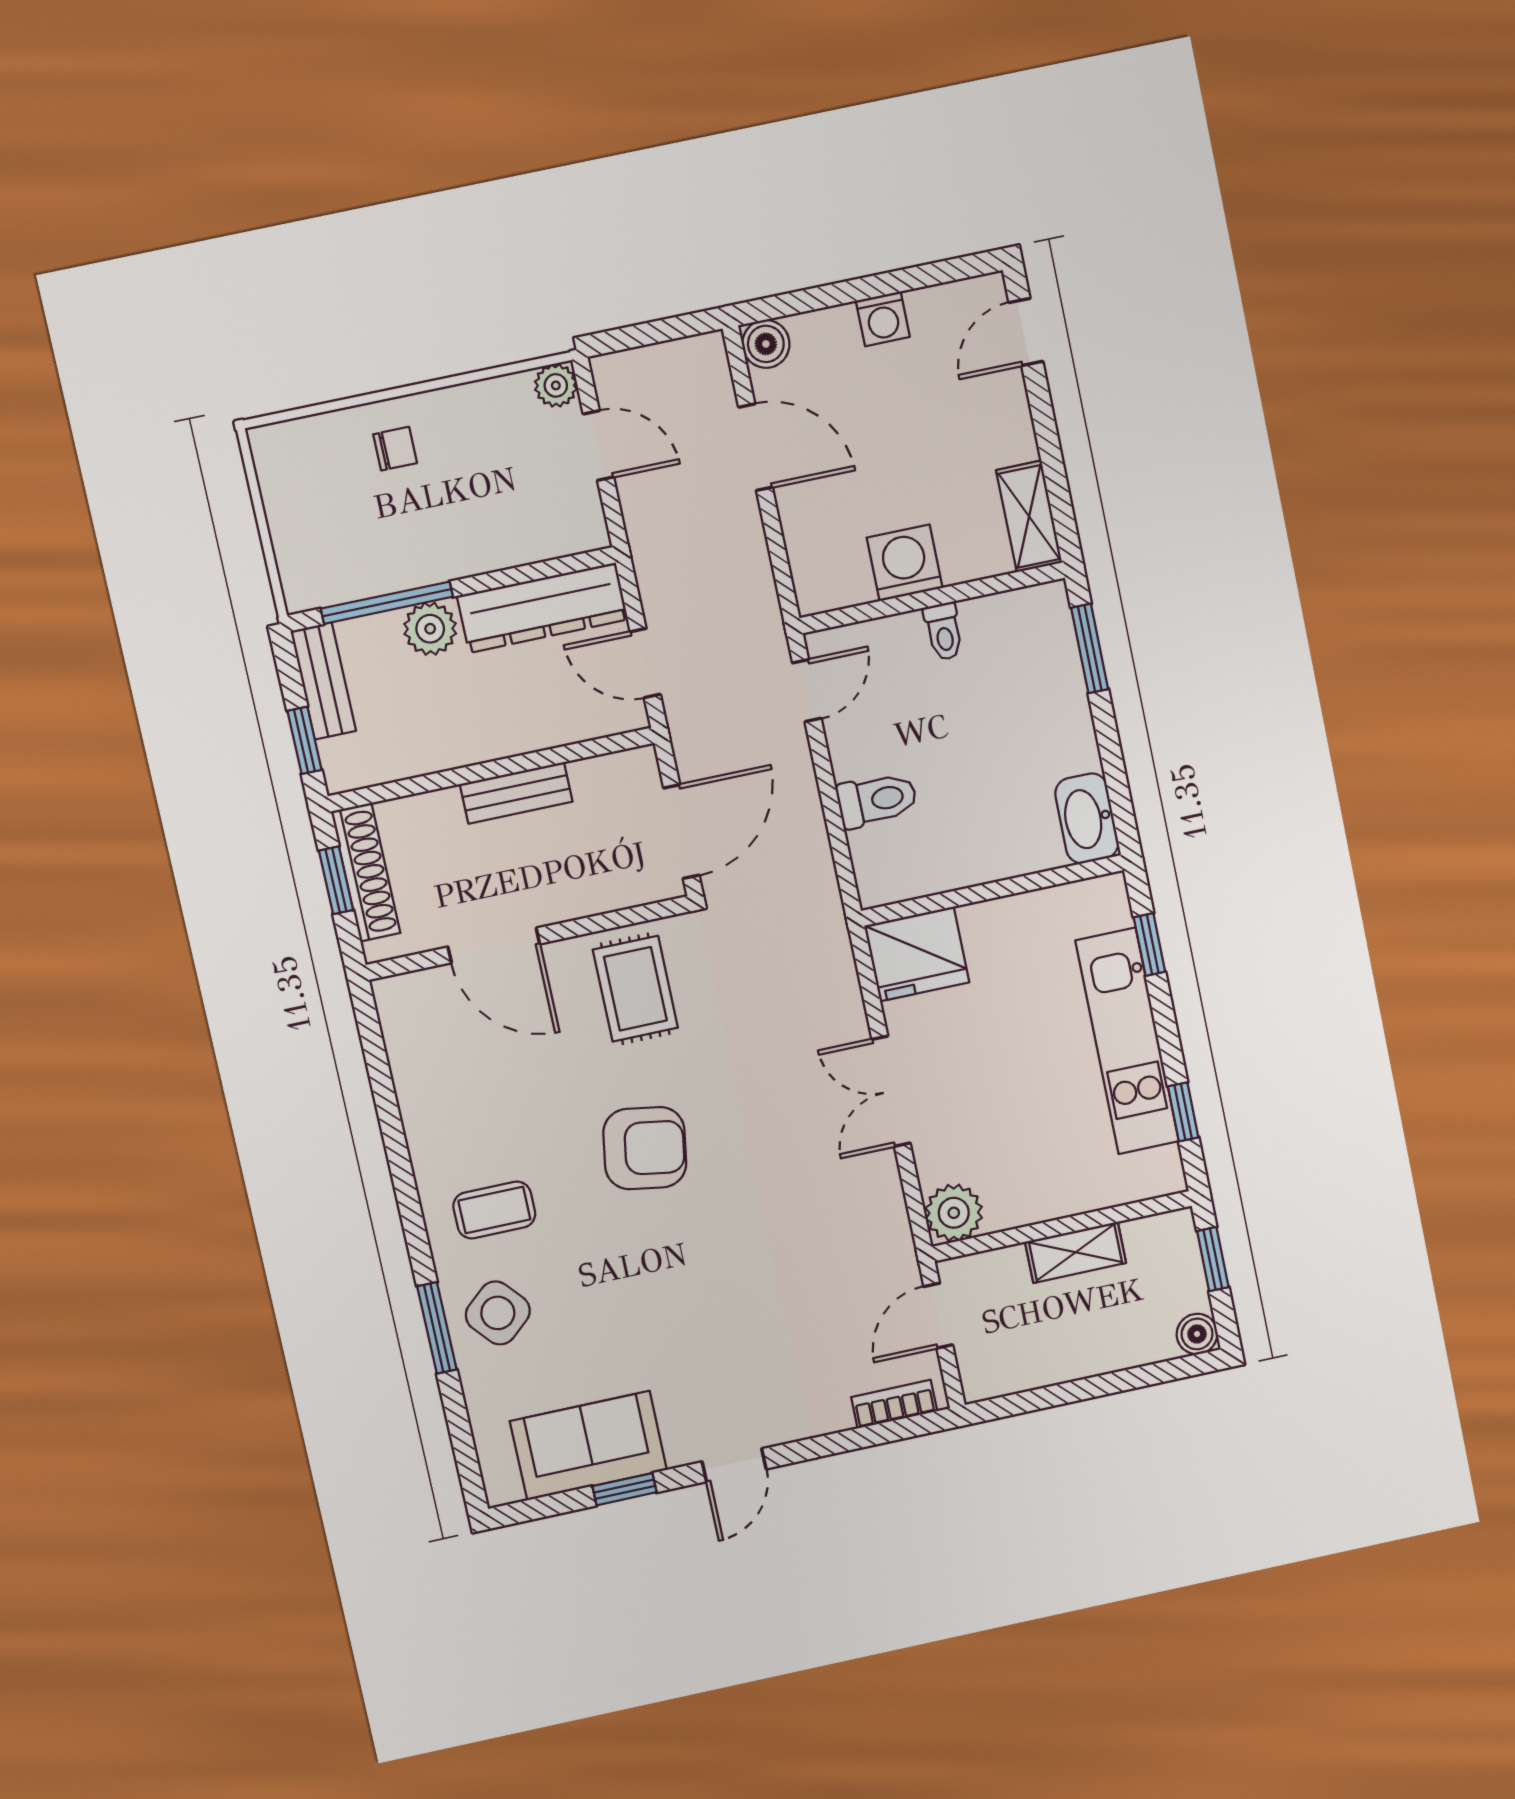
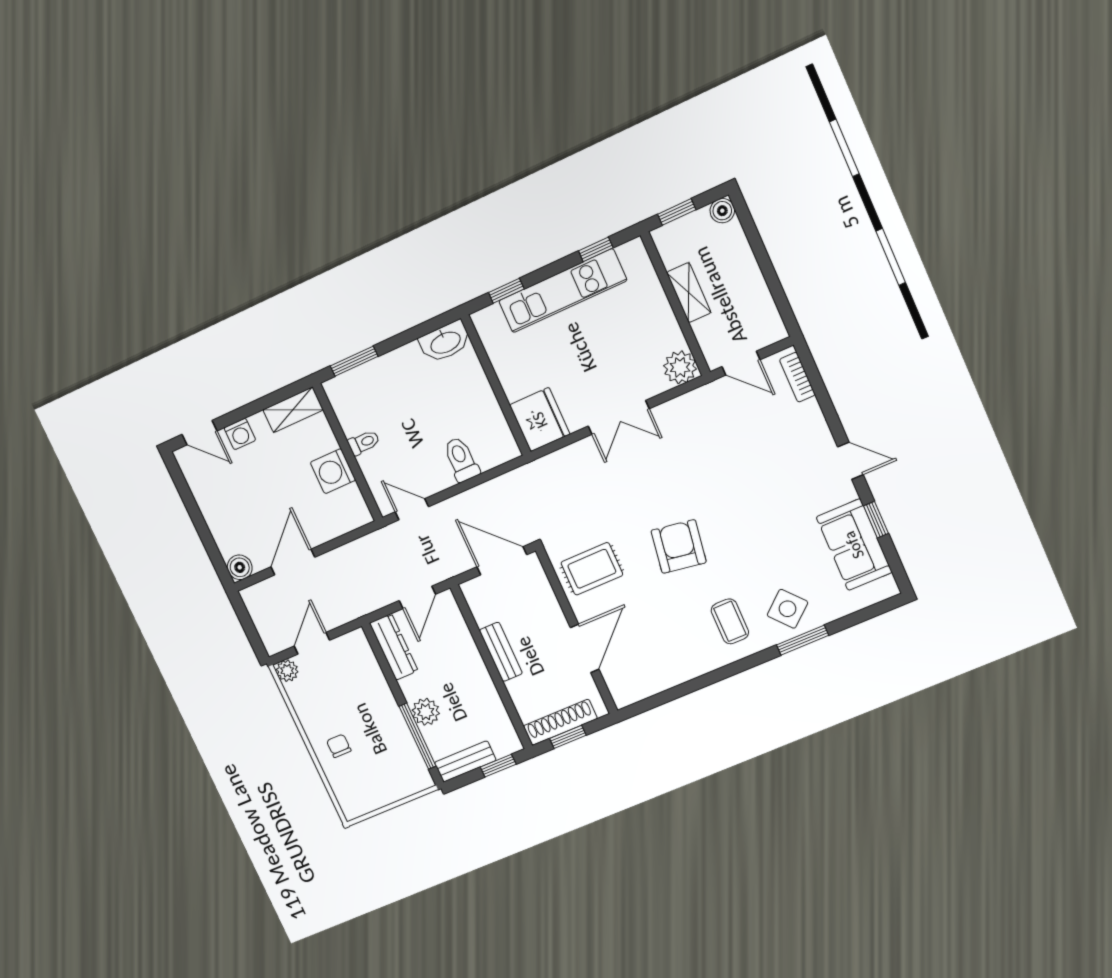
washing machine: (883, 319) -> (240, 434), moved, turned 90
dresser: (542, 608) -> (394, 647), width x0.73, depth x0.80

